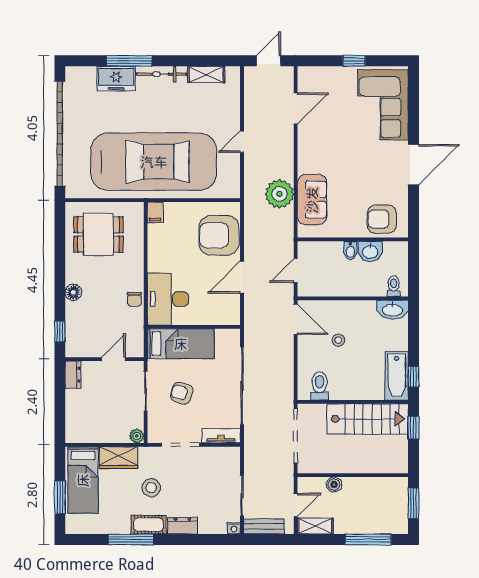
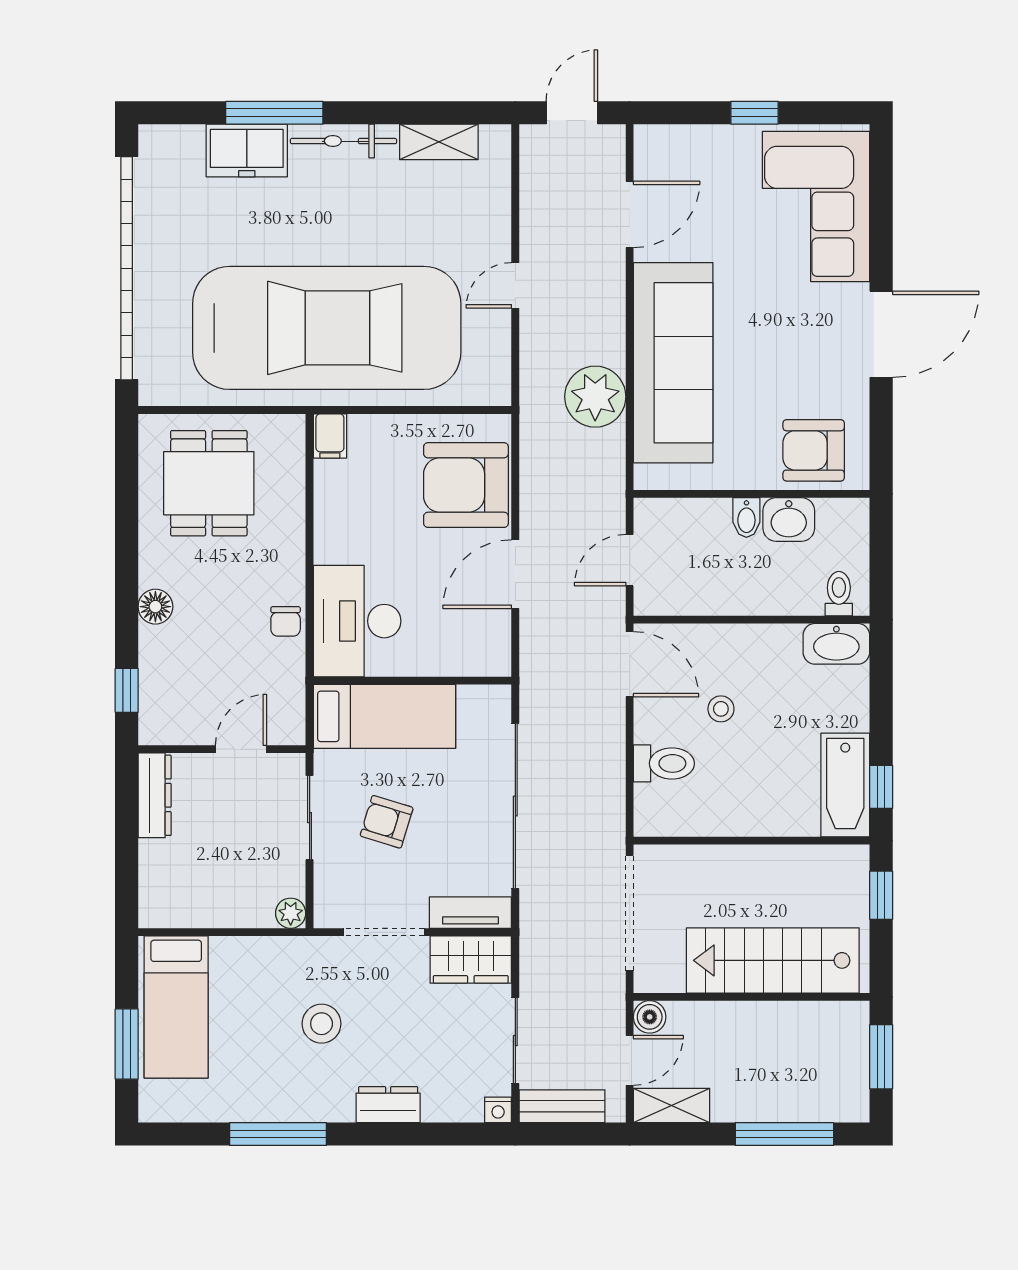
sofa: (312, 200) -> (673, 363), width x1.85, depth x1.27
dining table: (98, 234) -> (209, 483), turned 90
dresser: (73, 375) -> (155, 795), width x1.44
toilet: (320, 386) -> (664, 763), moved, turned 90
stairs: (368, 419) -> (773, 960), moved, turned 180
wardrobe: (119, 458) -> (471, 960), moved
boiler: (334, 485) -> (650, 1017), moved
cot: (148, 525) -> (316, 1102), removed

